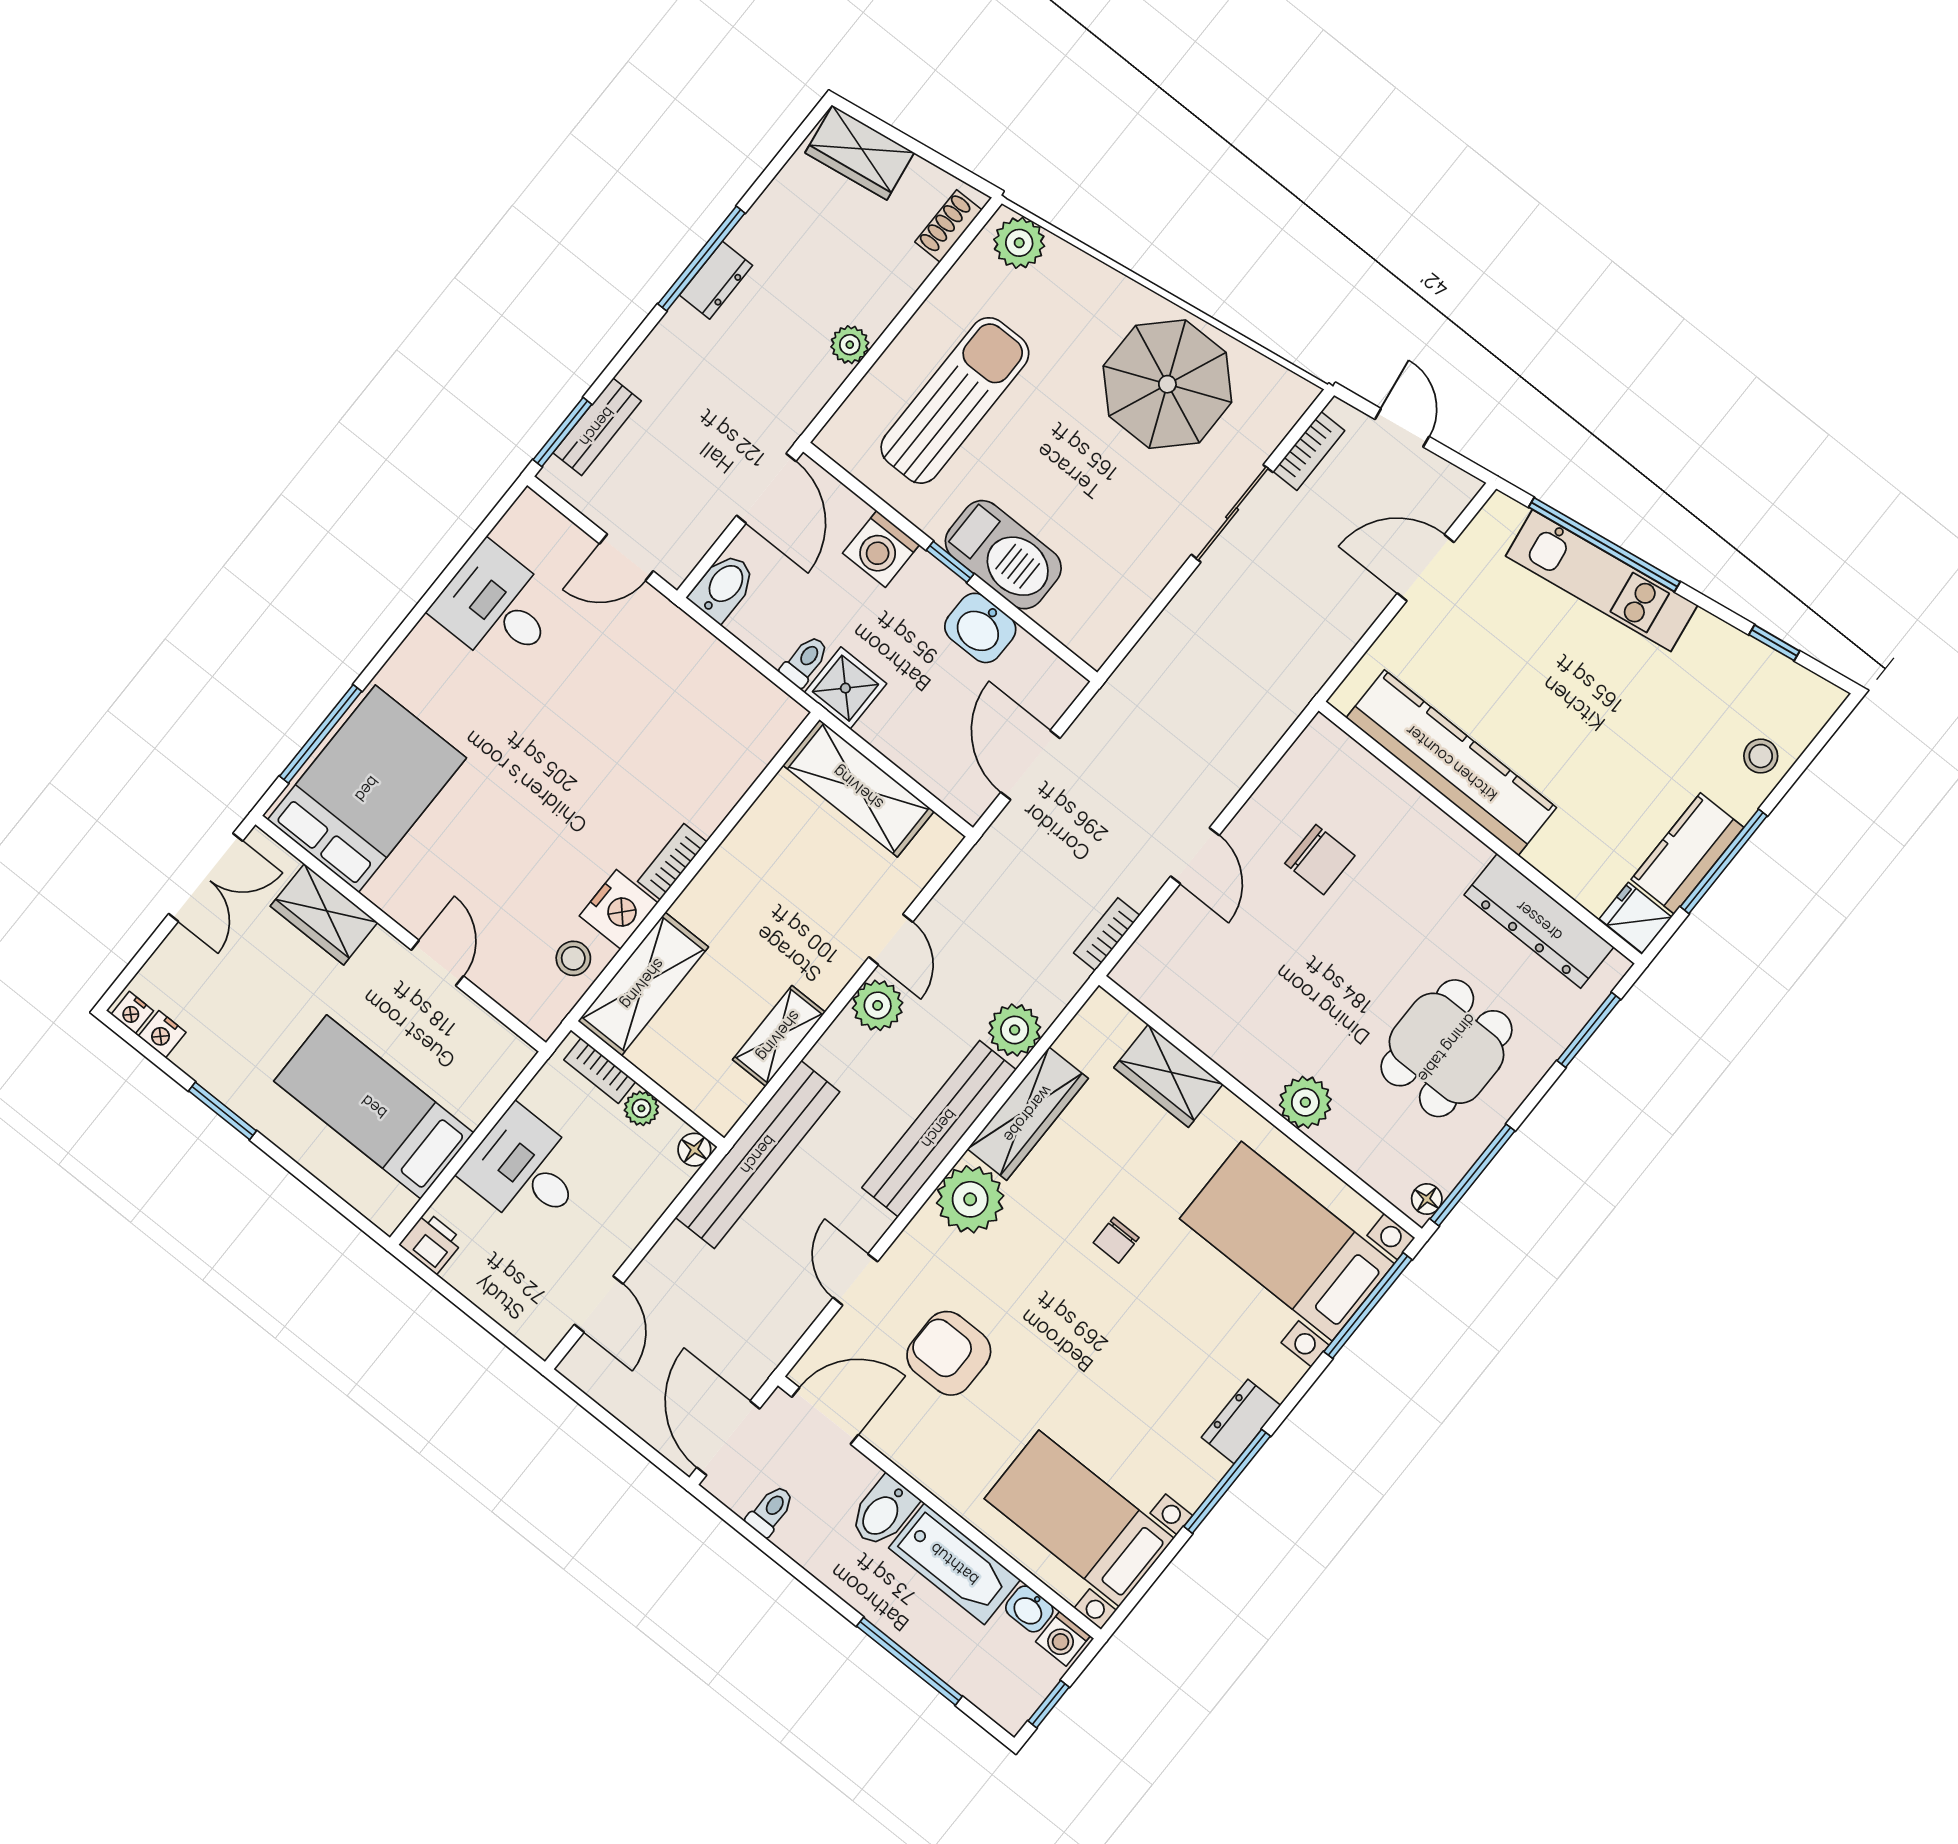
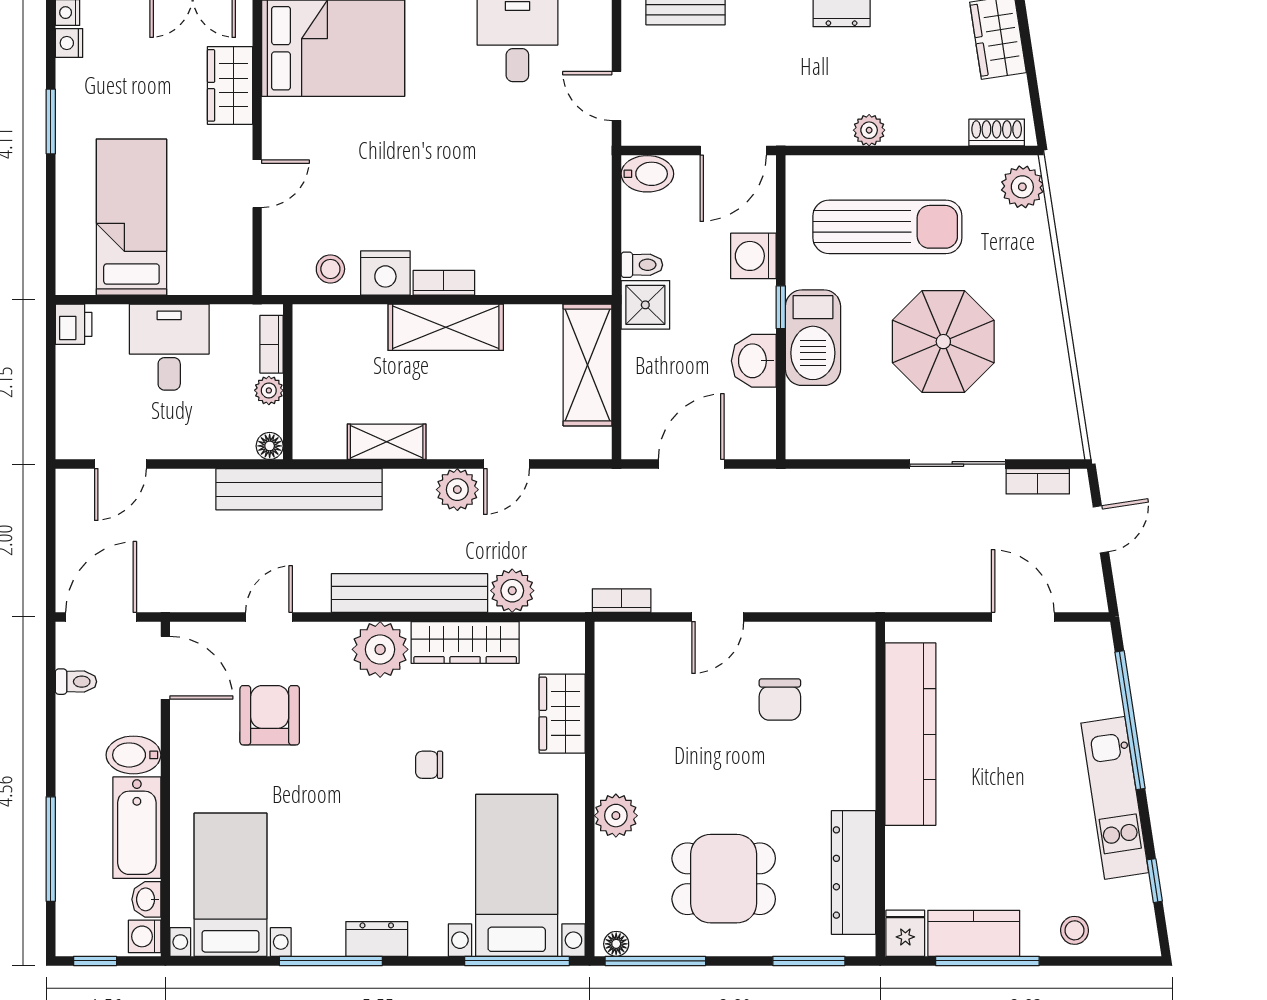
parasol: (1167, 384) -> (943, 342), moved
kitchen unit: (1602, 581) -> (1115, 798), moved
shelving: (643, 984) -> (446, 327), moved

